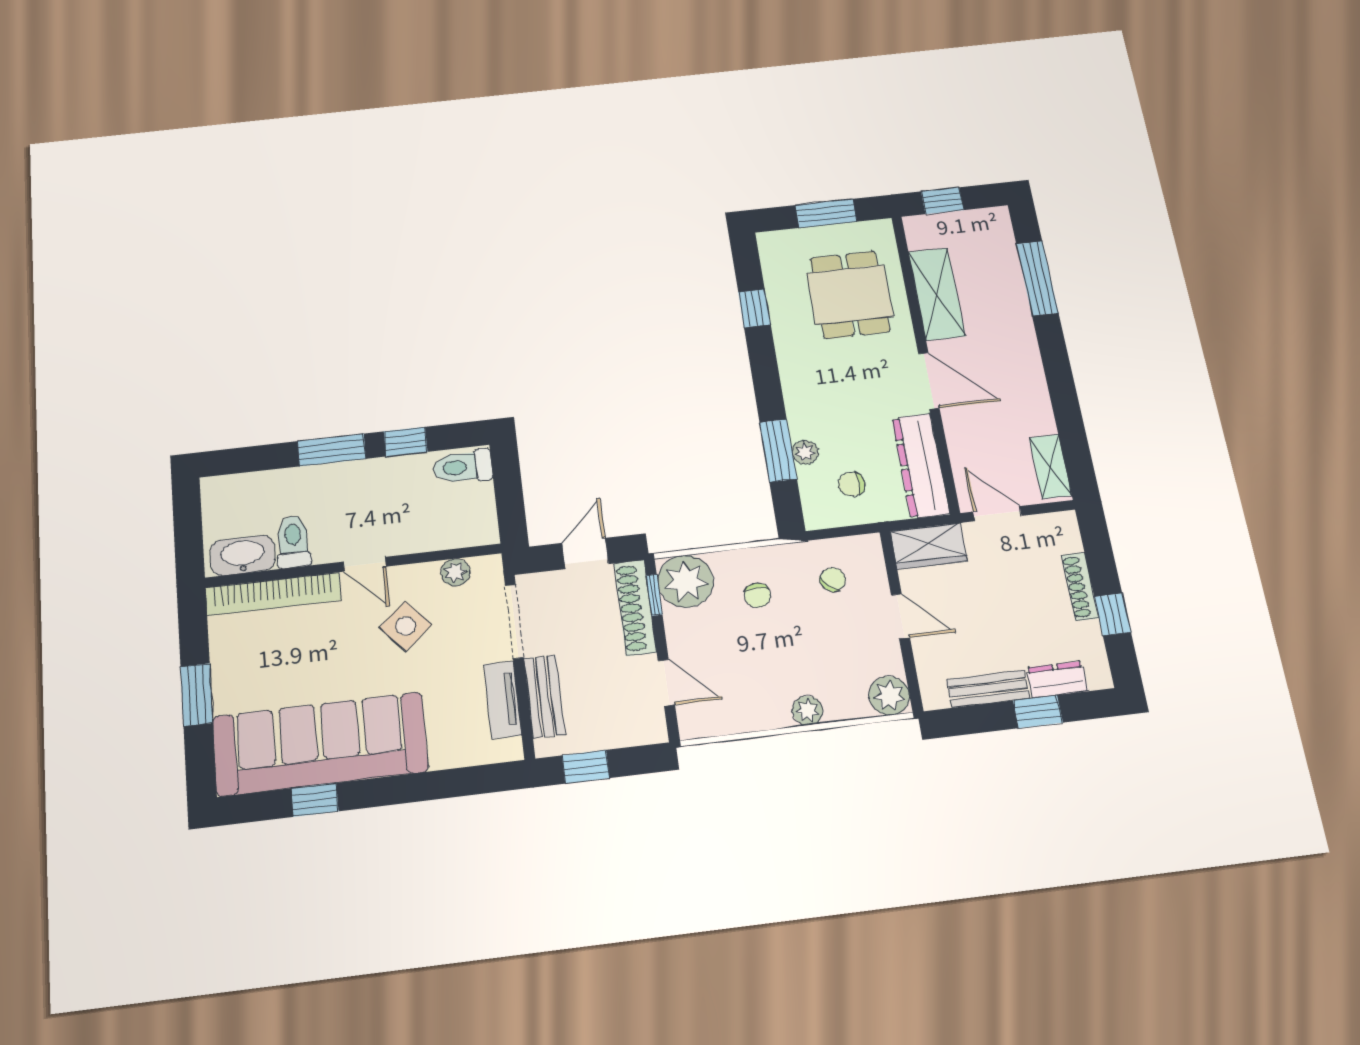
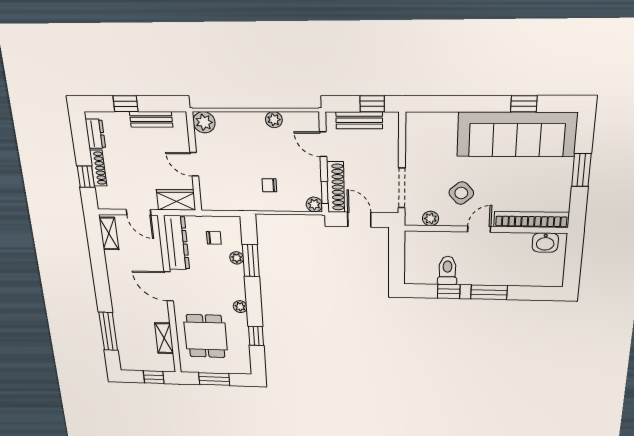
shelving: (937, 294) -> (164, 338), width x0.67, depth x0.75
plant: (790, 360) -> (240, 307), added
toilet: (463, 467) -> (447, 271), moved, turned -90
toilet: (293, 542) -> (517, 246), removed
door: (585, 553) -> (359, 220), swing flipped
washbasin: (243, 555) -> (545, 243), width x0.72
door: (365, 564) -> (479, 229), hinge flipped
chair: (833, 579) -> (228, 189), removed
plant: (686, 581) -> (314, 204), width x0.53, depth x0.53
chair: (758, 595) -> (269, 185), turned -90
window: (1113, 614) -> (86, 177), moved
dresser: (1057, 679) -> (95, 134), moved, turned -90
bench: (544, 696) -> (359, 120), moved, turned 90
tv unit: (503, 700) -> (413, 146), removed
plant: (808, 711) -> (274, 120), moved

